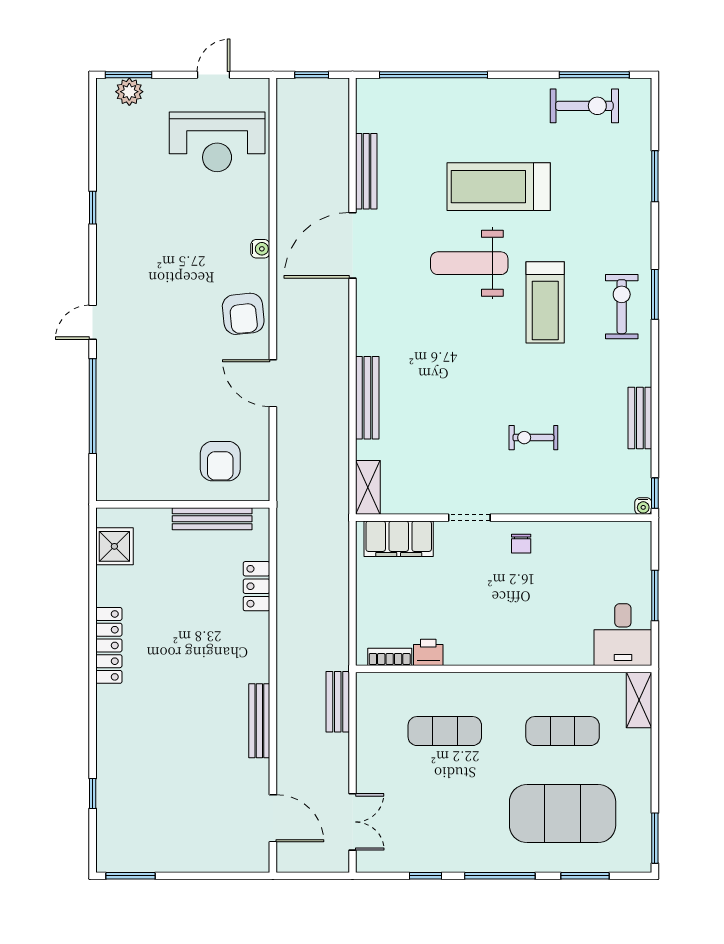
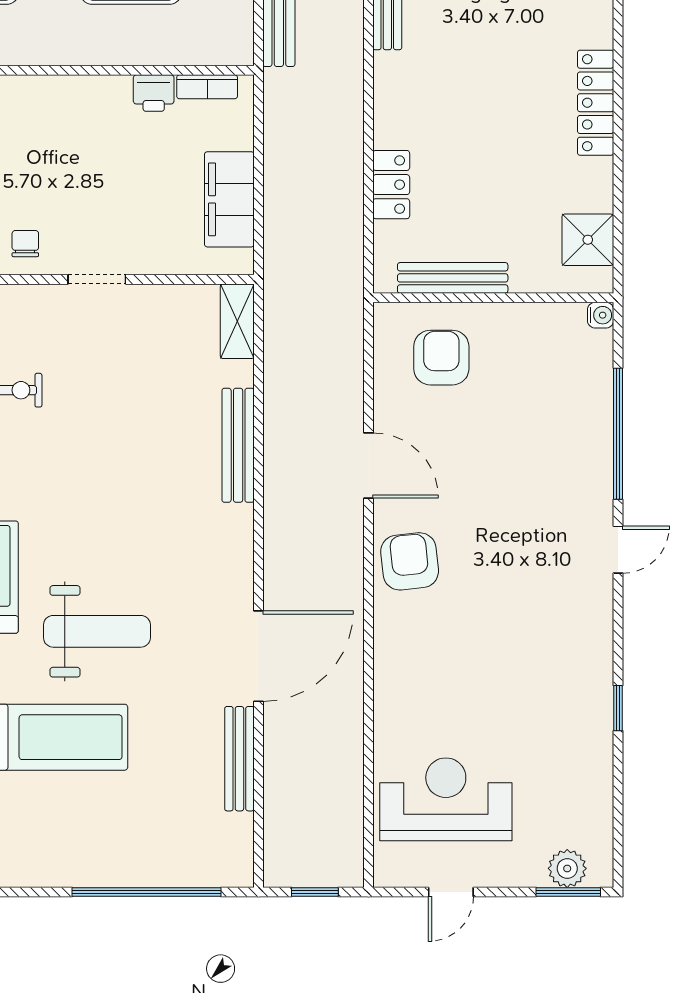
water cooler: (260, 249) -> (601, 315), moved, turned 180
filing cabinet: (399, 539) -> (229, 199), moved, turned -90

